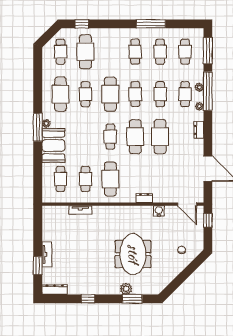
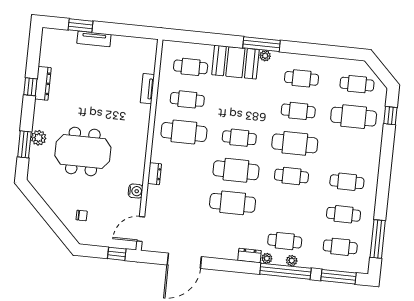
window: (151, 24) -> (378, 239), moved
cafe table: (61, 94) -> (302, 78), width x0.73, depth x0.74
cafe table: (160, 94) -> (288, 209), removed
dresser: (199, 130) -> (249, 256), moved
dresser: (55, 290) -> (43, 83), moved

